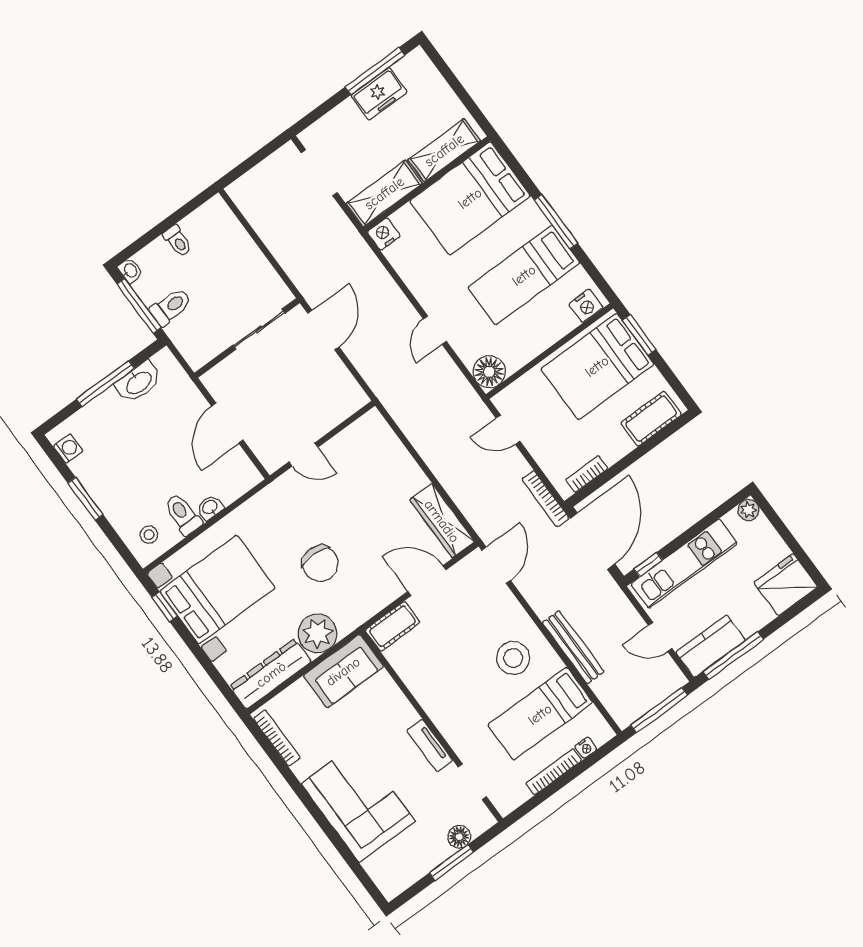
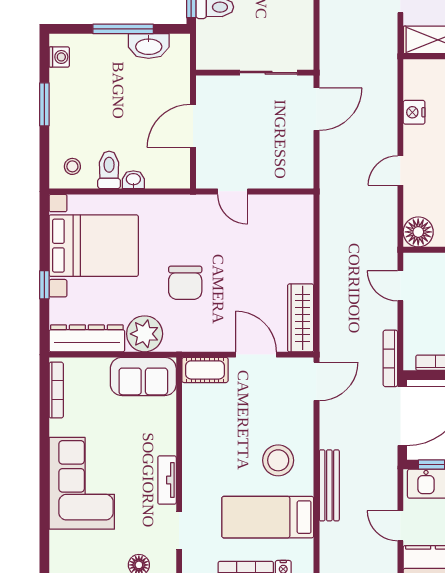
nightstand: (384, 234) -> (414, 112), moved, turned -90
window: (165, 607) -> (44, 285), moved

